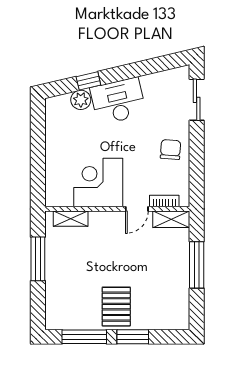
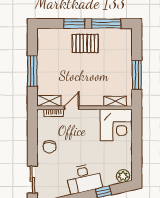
plant: (81, 100) -> (123, 176), moved
corner desk: (98, 182) -> (116, 125), moved
pallet: (116, 307) -> (85, 43), turned 90

